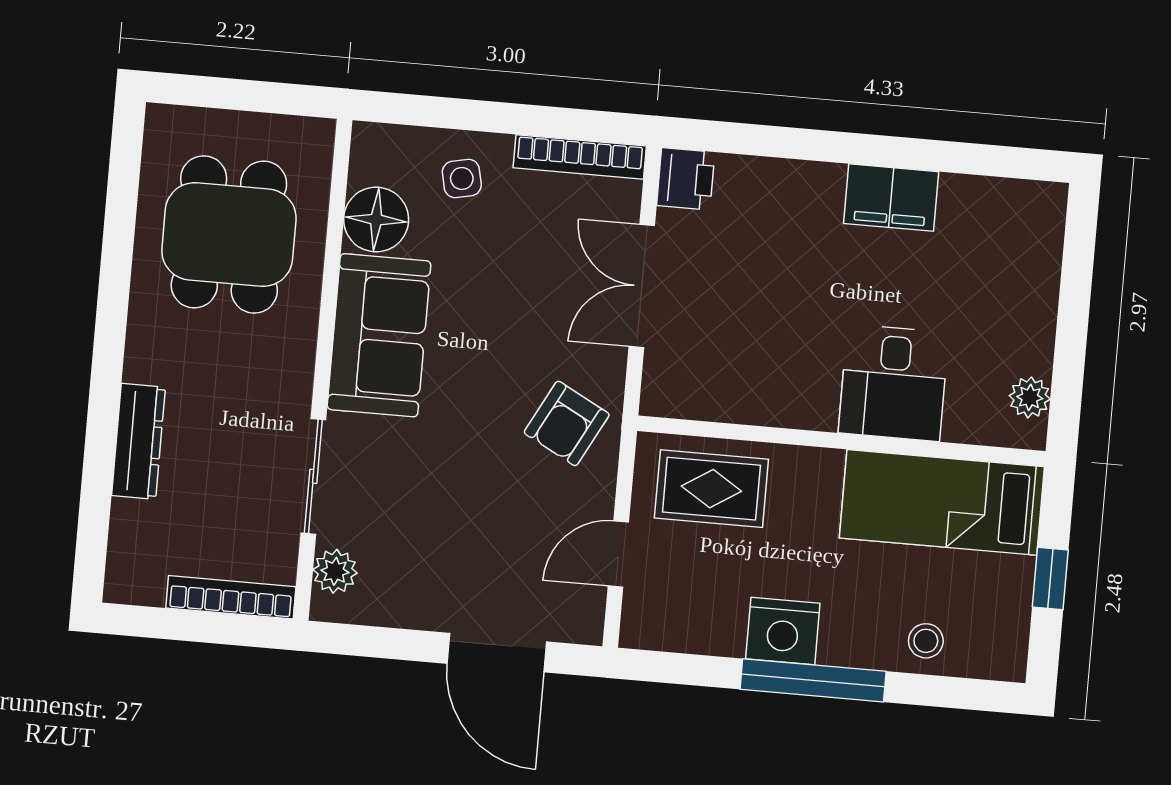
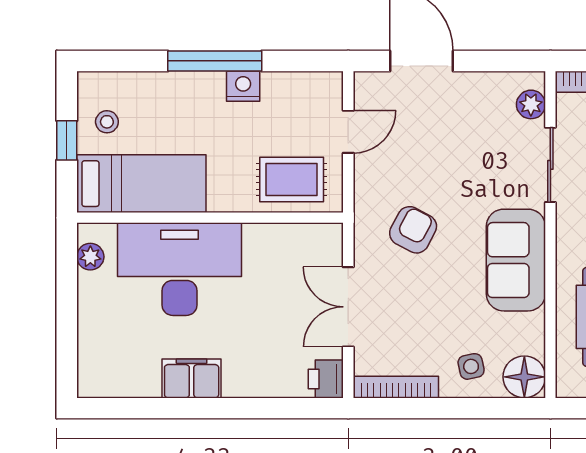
floor lamp: (376, 220) -> (524, 377), moved
double door: (642, 286) -> (348, 307), swing flipped
desk: (893, 383) -> (179, 269), width x1.87, depth x1.30
armchair: (567, 423) -> (413, 230), moved
nightstand: (783, 631) -> (243, 86), width x0.74, depth x0.75
stool: (926, 641) -> (107, 122), moved

